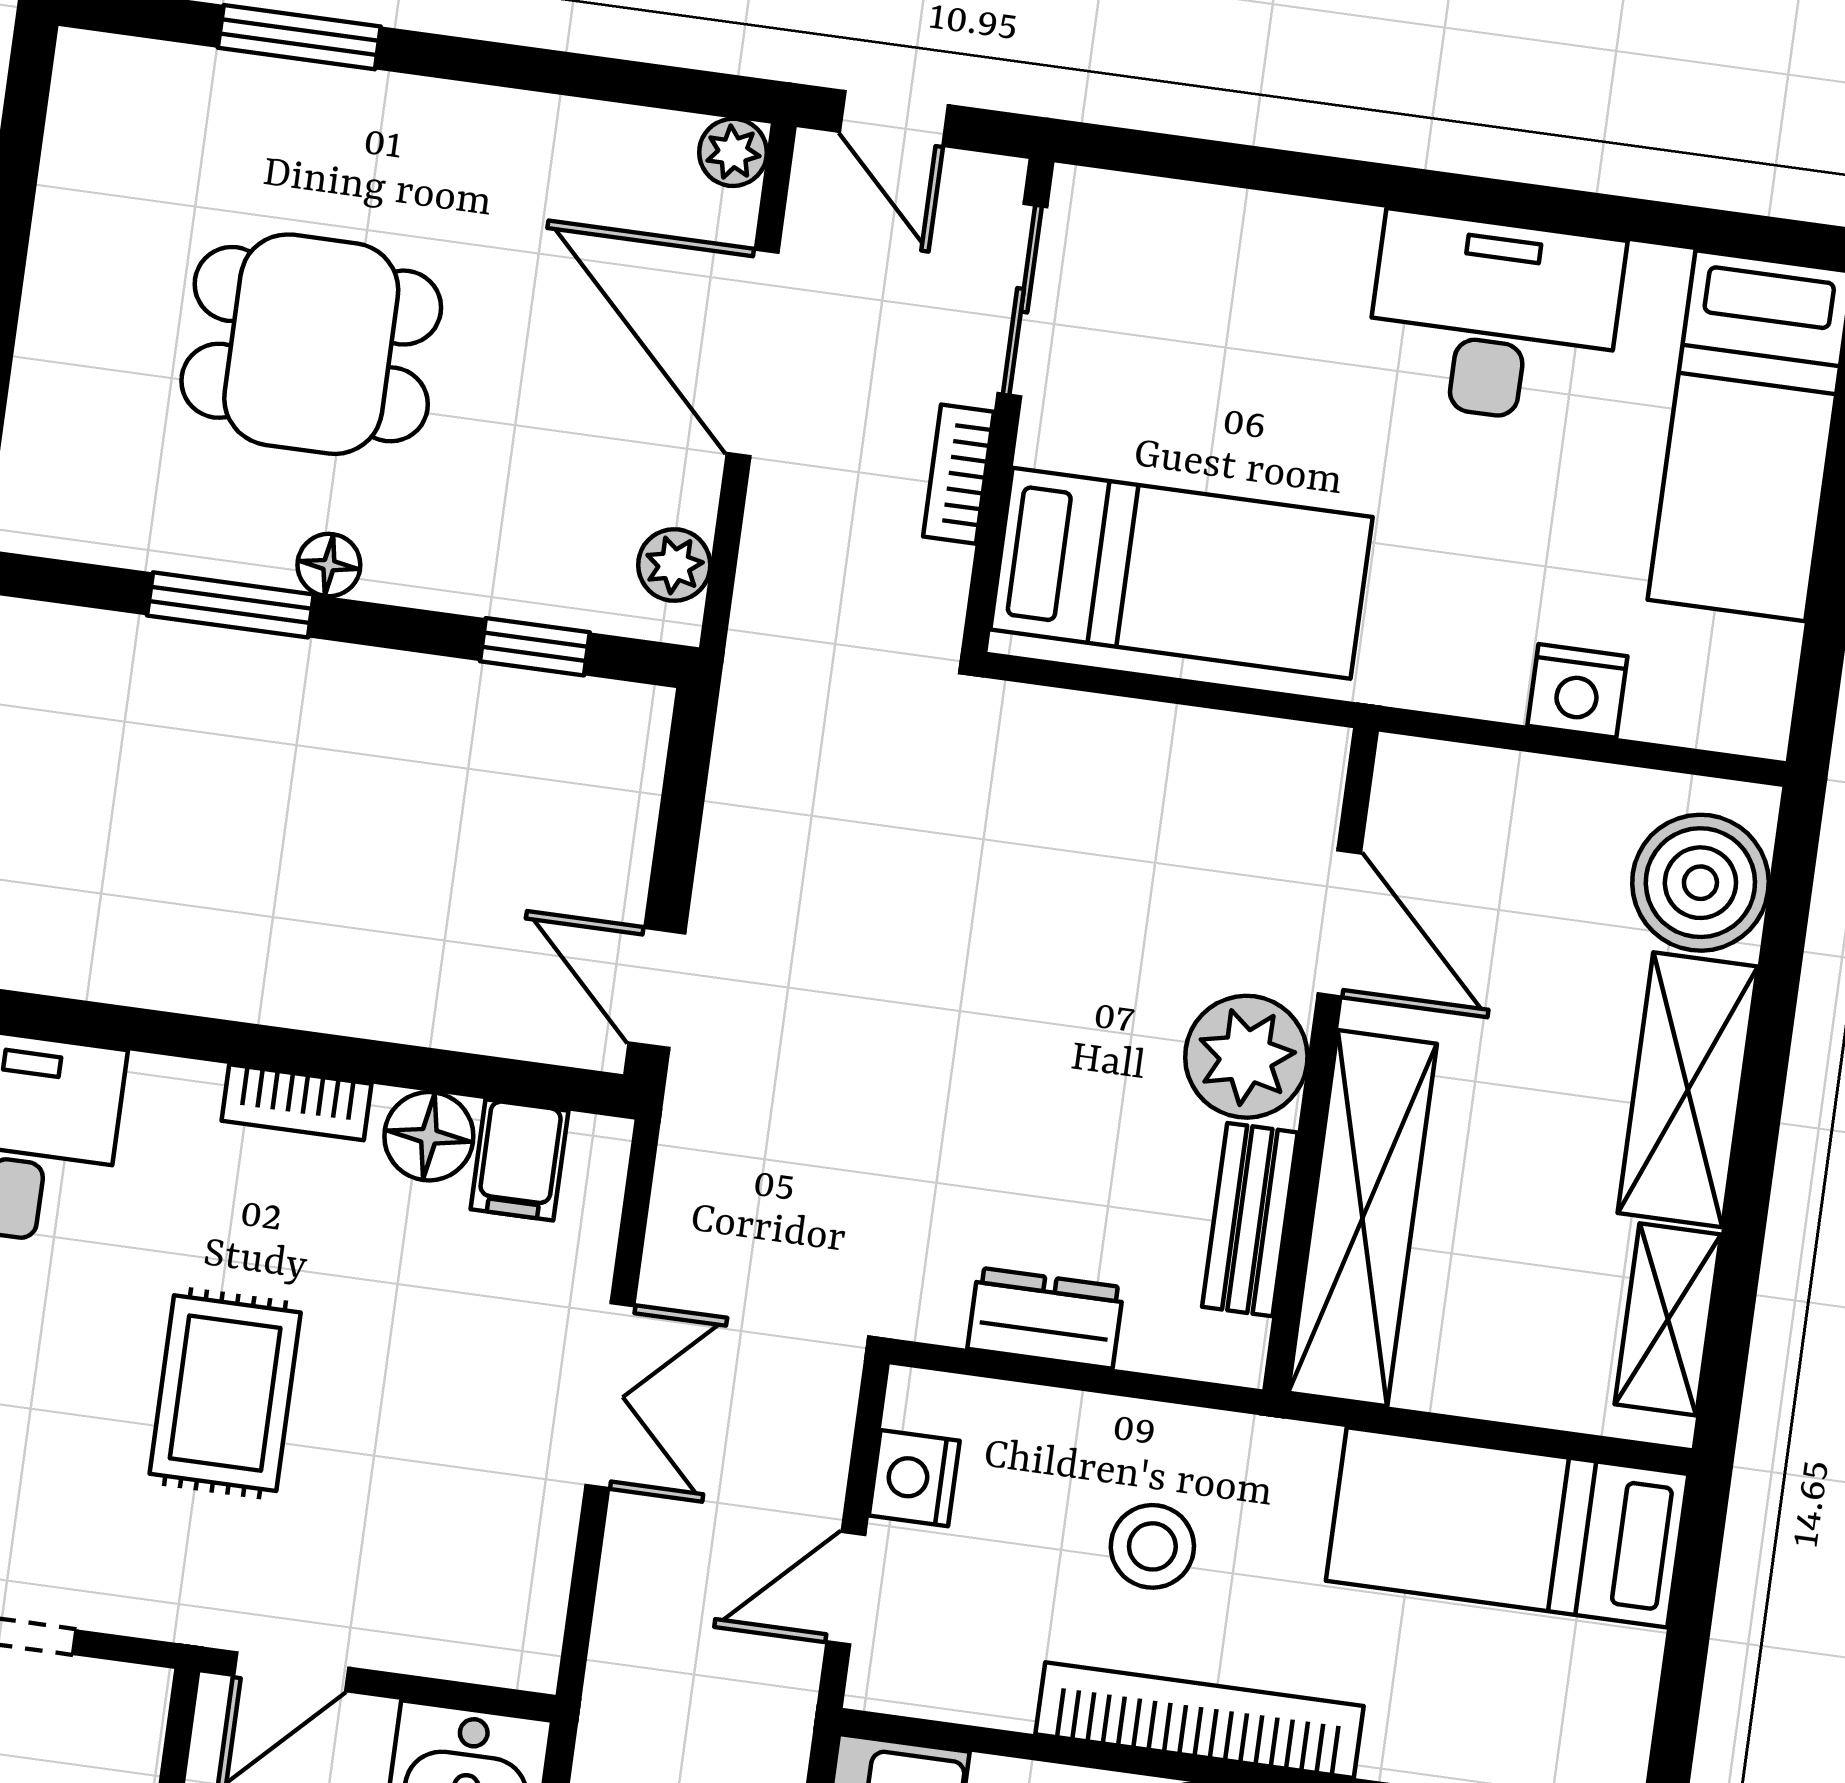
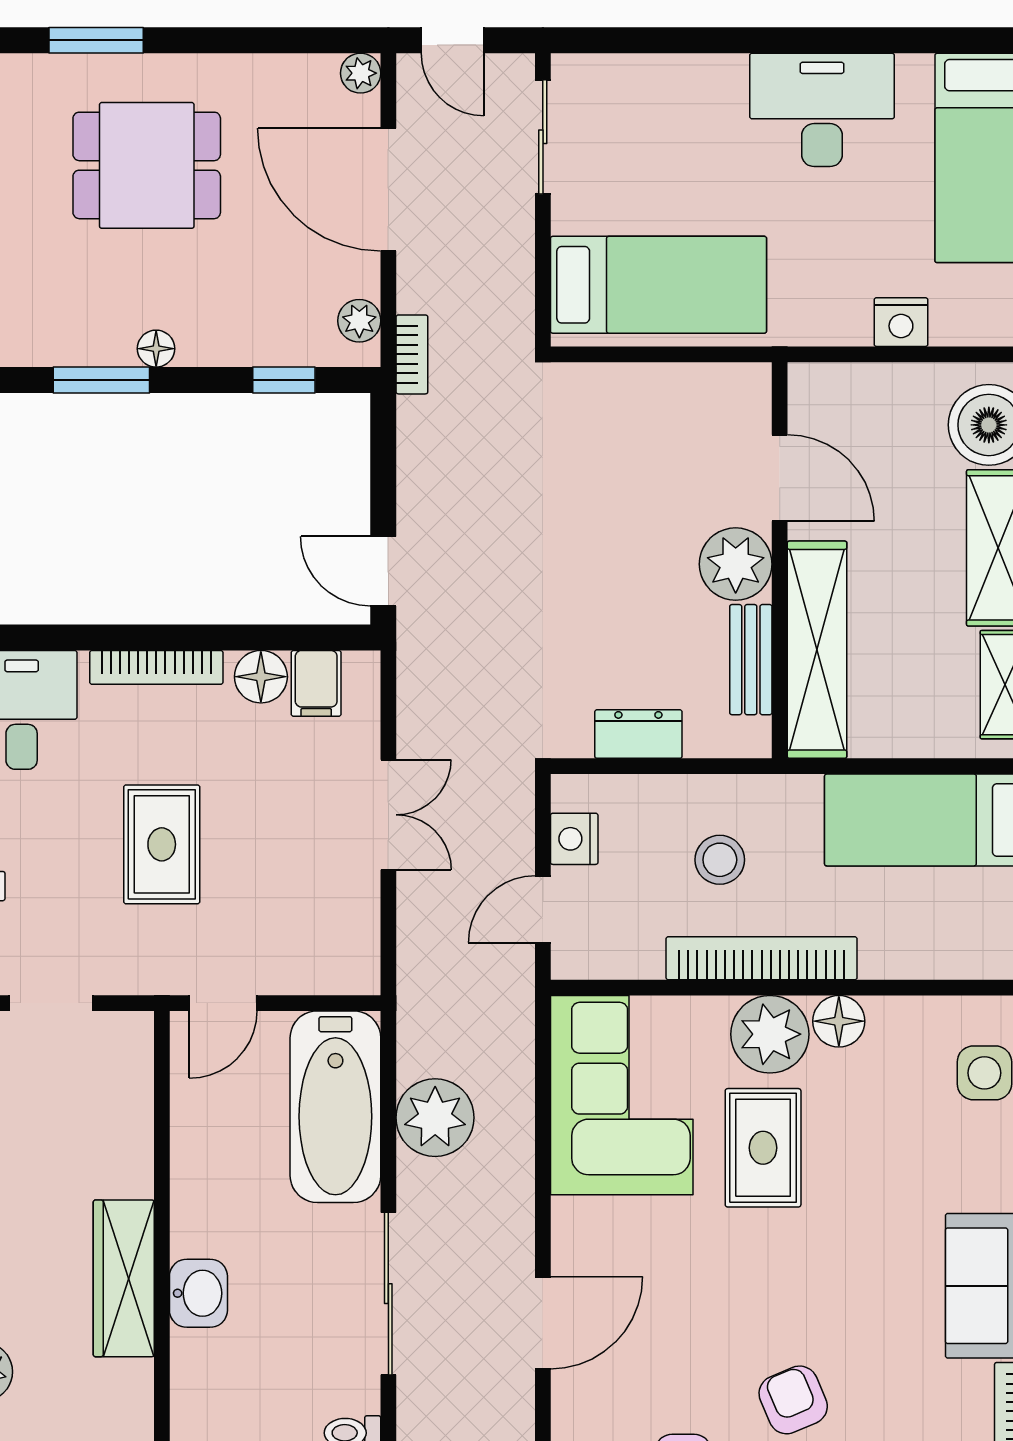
dining table: (311, 344) -> (147, 165), moved
bookcase: (958, 474) -> (412, 354), moved, turned 180
bookcase: (297, 1102) -> (156, 667), width x1.56

